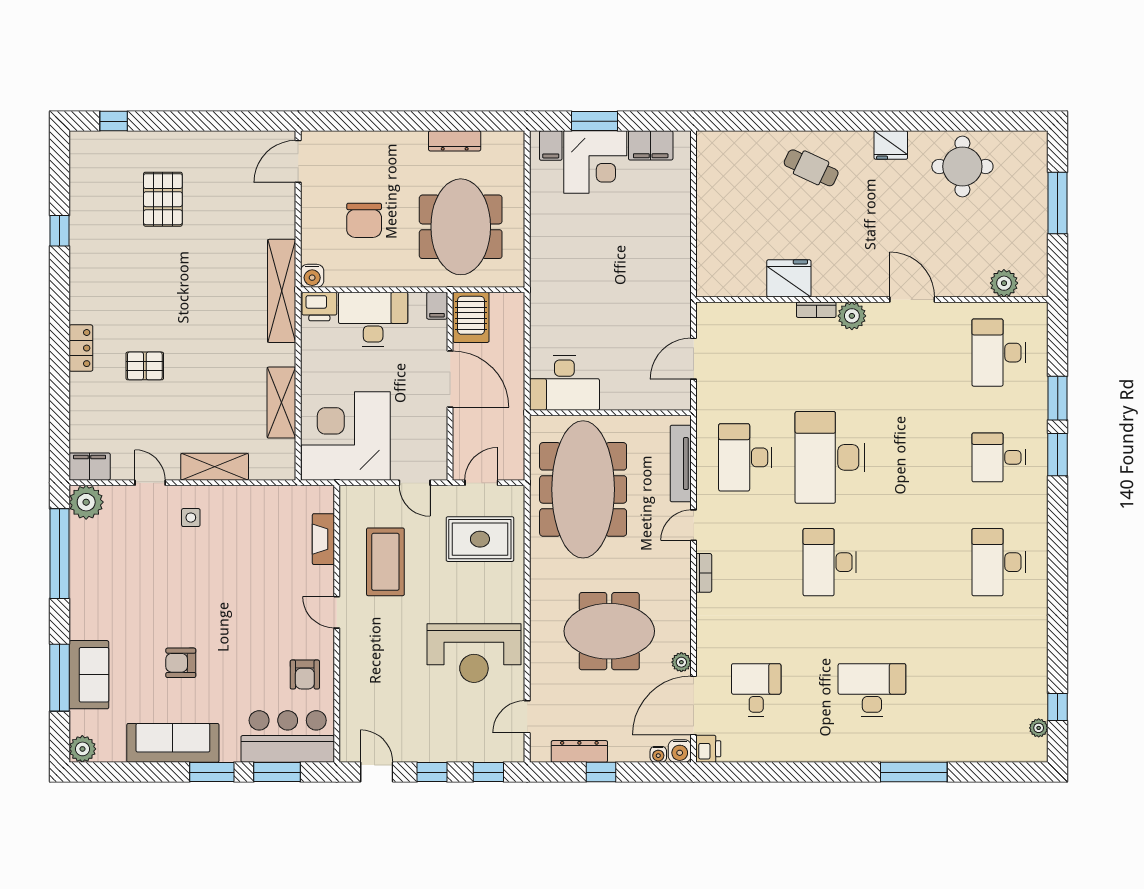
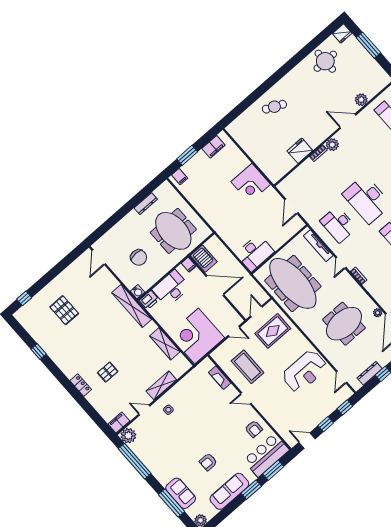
fridge: (891, 145) -> (342, 33), moved
corner desk: (595, 162) -> (251, 183), moved, turned 90
plant: (1004, 283) -> (361, 100), moved

